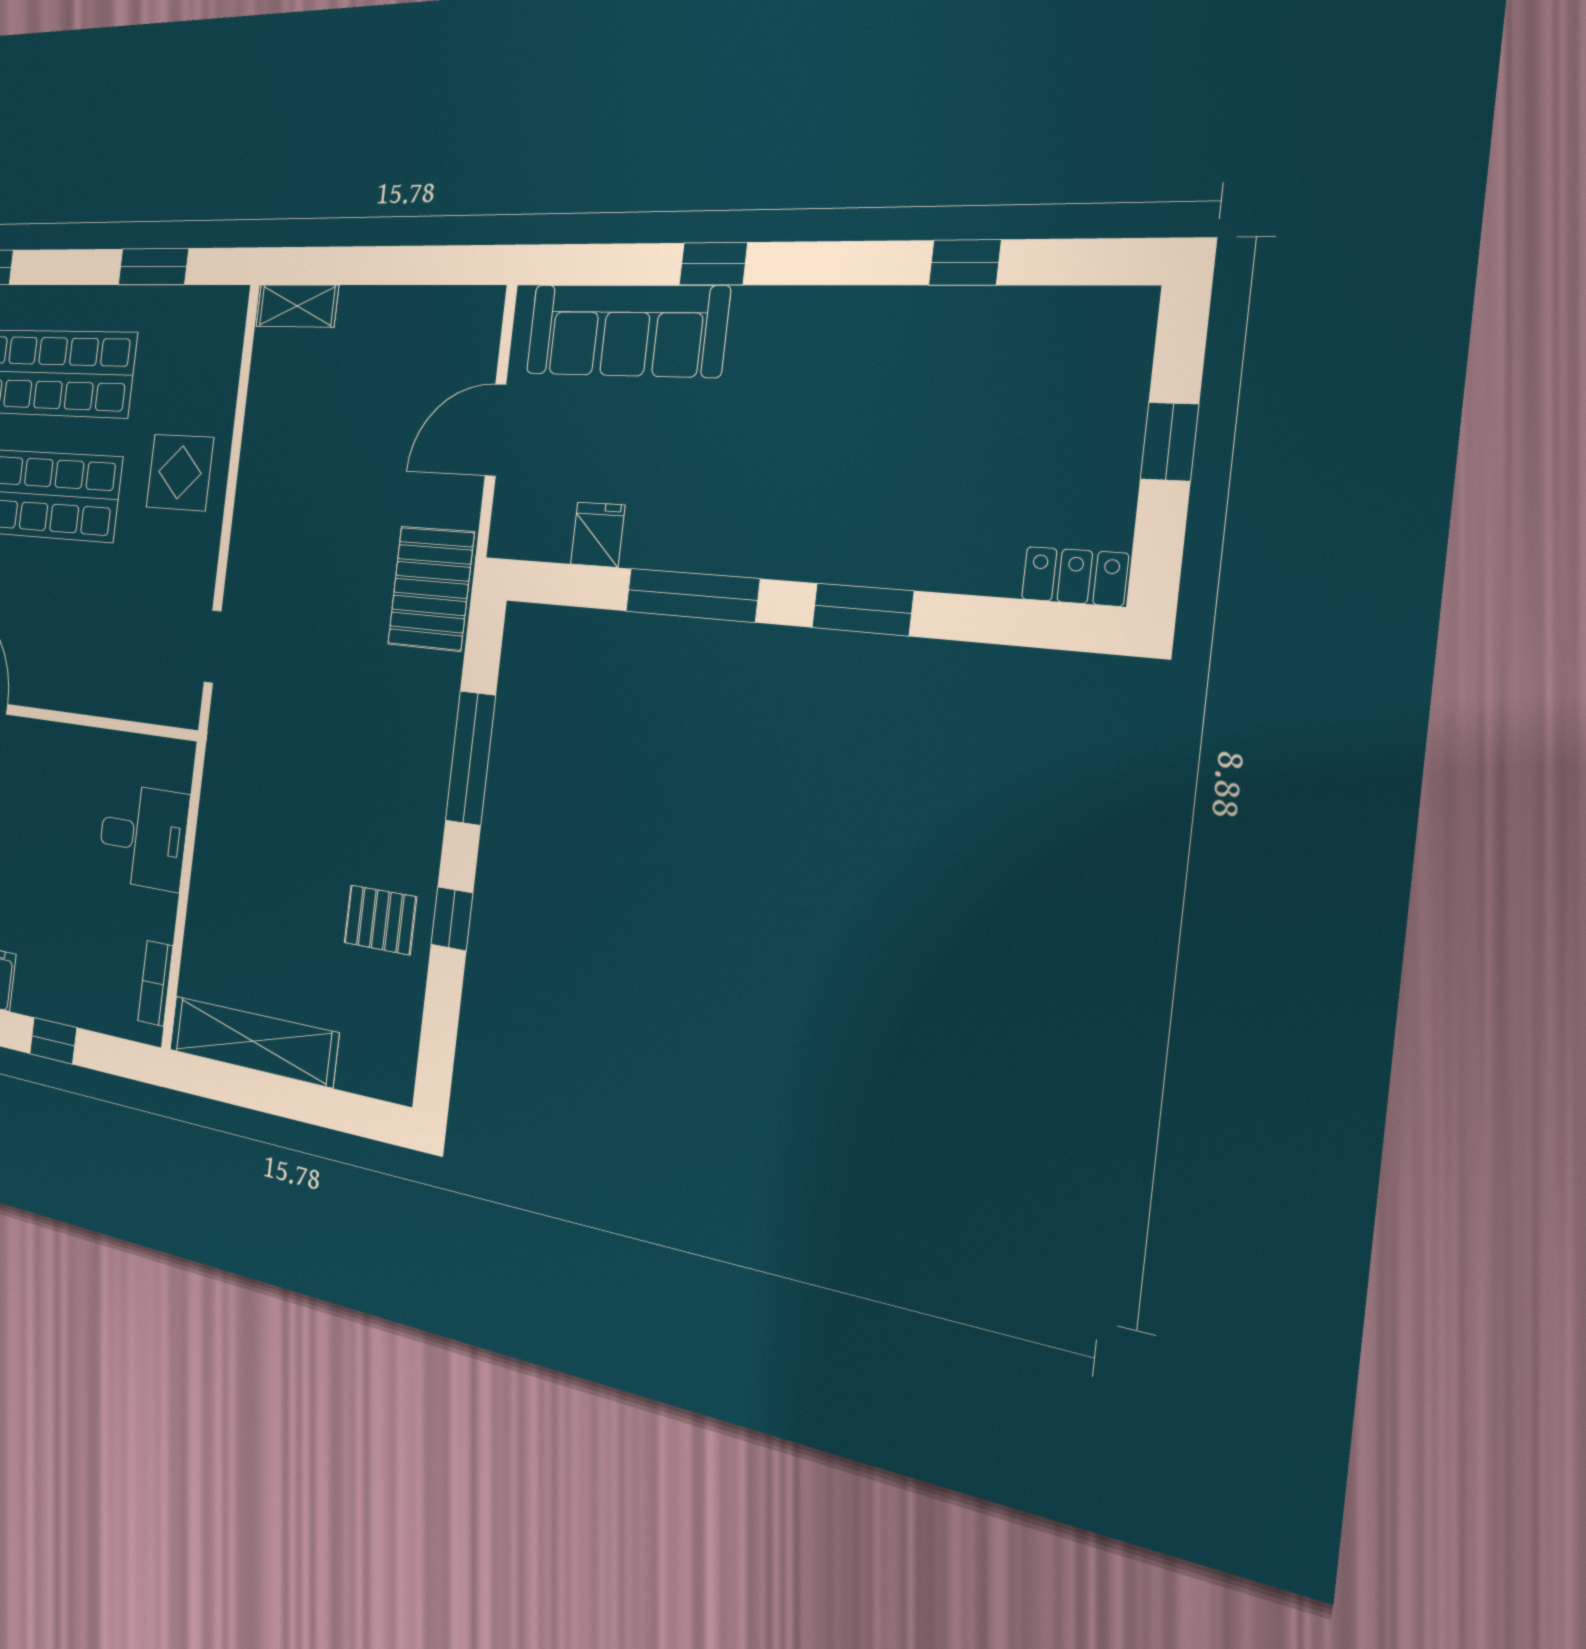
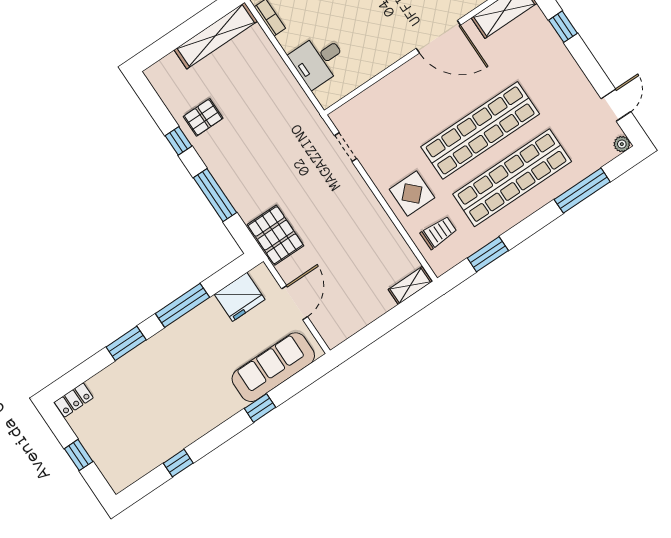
trolley: (192, 367) -> (439, 233), added
fridge: (598, 535) -> (240, 297), width x1.88, depth x1.34

